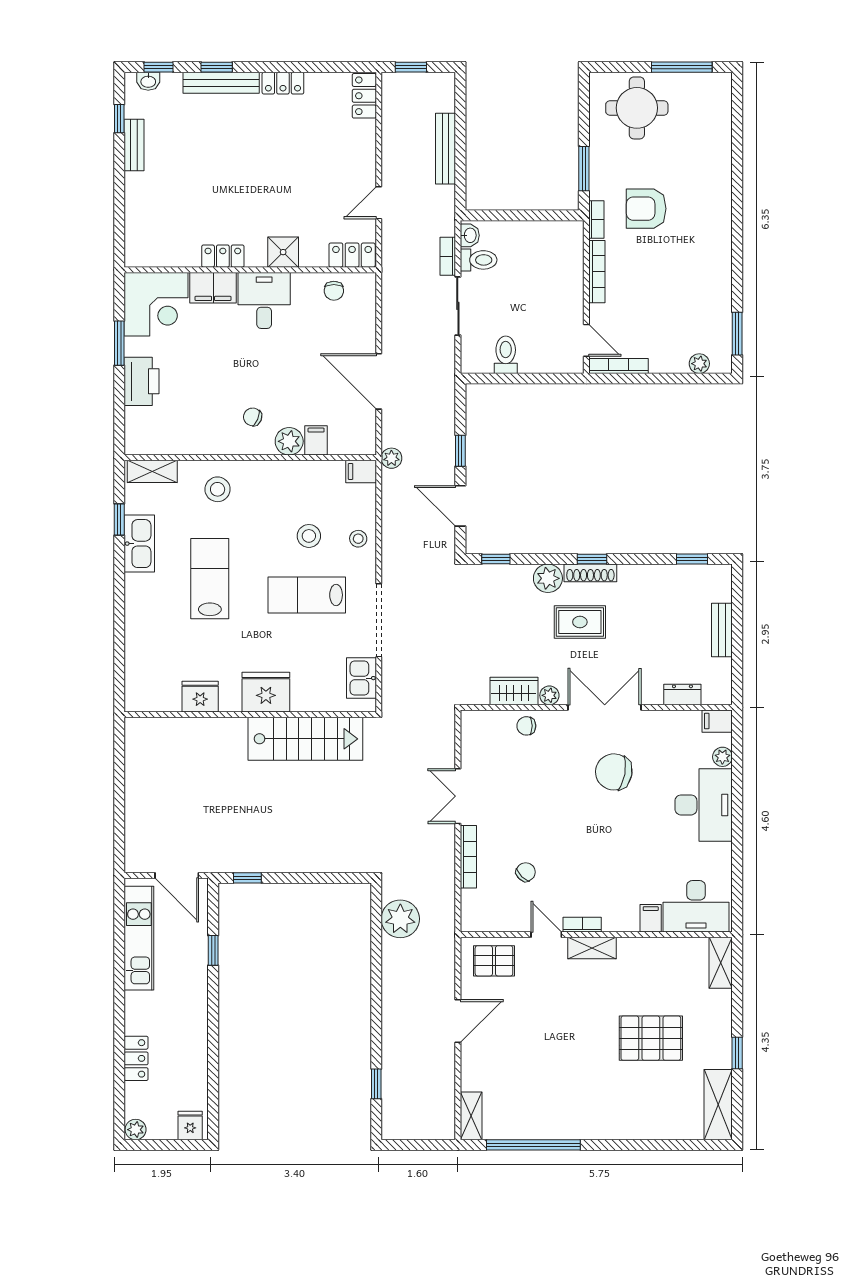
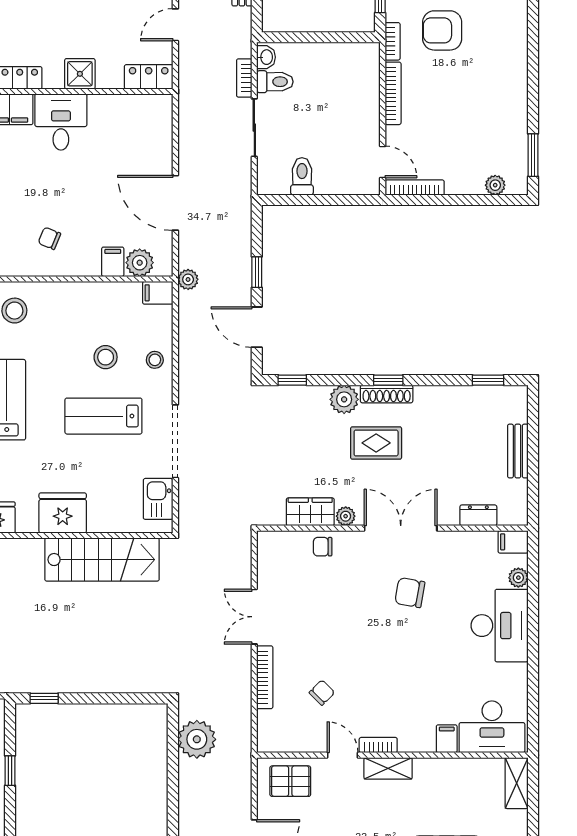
chair: (334, 291) -> (131, 112), removed
plant: (289, 441) -> (140, 263), moved
chair: (614, 772) -> (410, 593), width x0.73, depth x0.73

